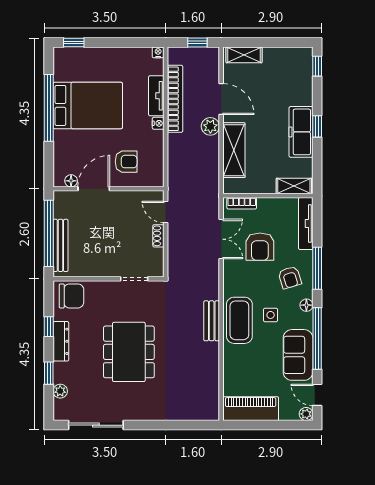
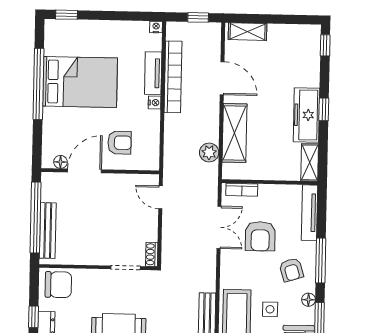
plant: (210, 126) -> (209, 153), moved
shelving: (294, 186) -> (310, 162), moved, turned 90
shoe rack: (158, 236) -> (152, 254), moved

